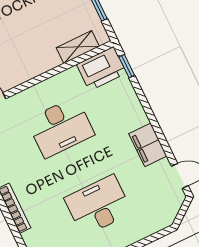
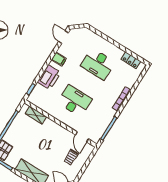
printer: (102, 69) -> (49, 77), moved, turned 90
filing cabinet: (148, 145) -> (59, 59), width x0.50

